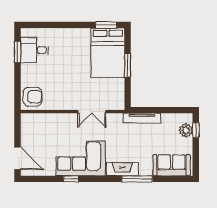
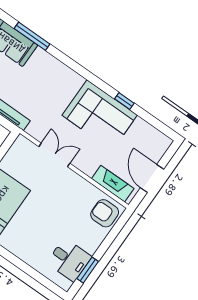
door: (17, 158) -> (152, 178), moved
fireplace: (122, 169) -> (113, 184), moved, turned 180
window: (137, 179) -> (32, 36), moved

